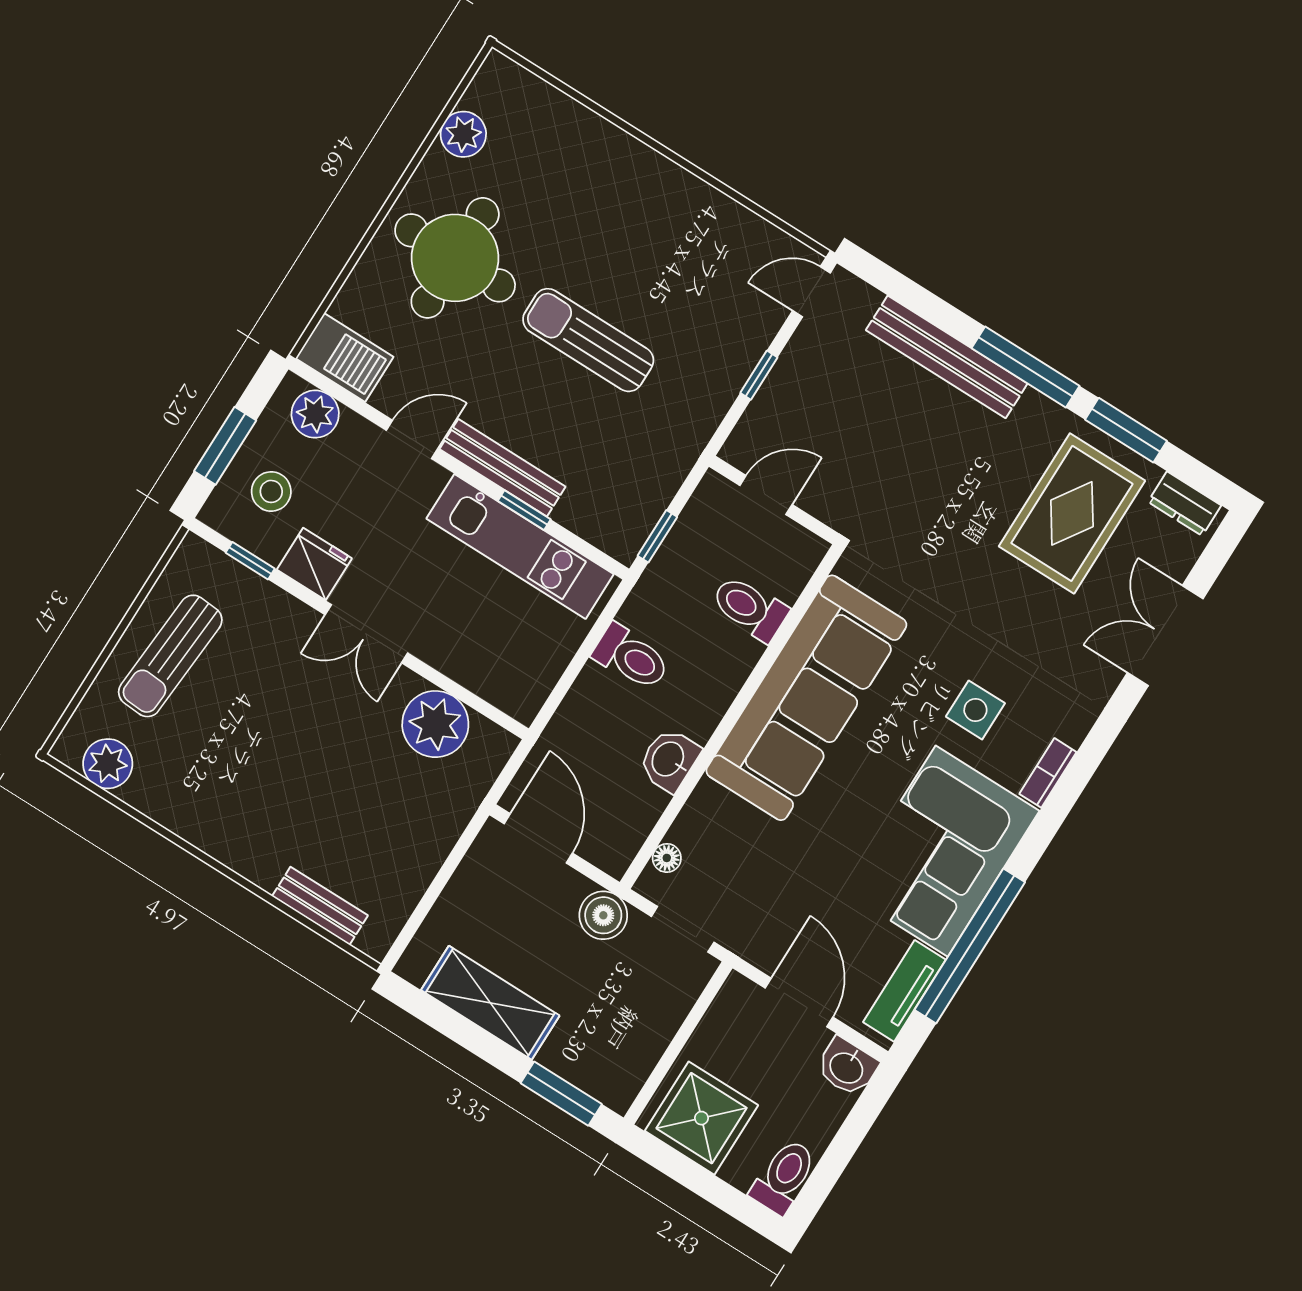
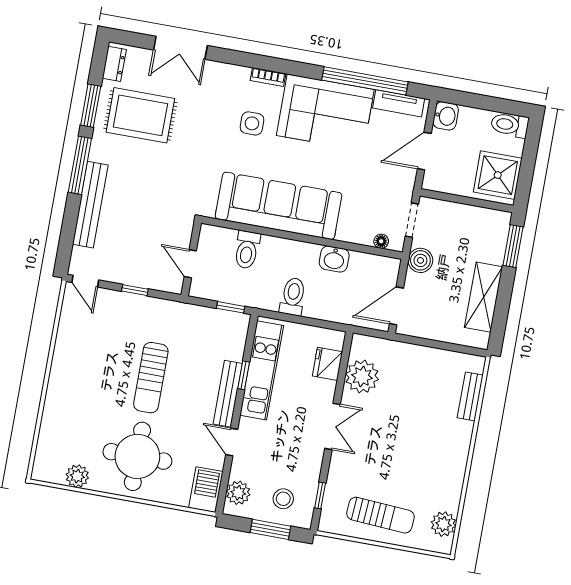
fridge: (314, 564) -> (327, 364), moved

